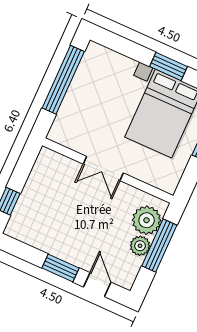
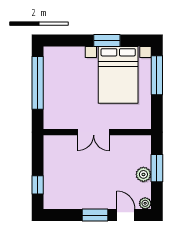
plant: (147, 220) -> (145, 203), moved, width x0.53, depth x0.53
window: (159, 245) -> (157, 168), width x0.69

